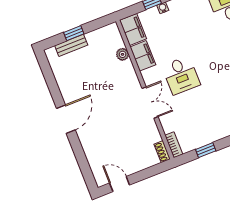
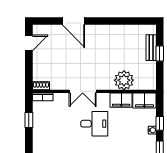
plant: (123, 54) -> (124, 80), width x1.88, depth x1.88
desk: (181, 75) -> (94, 124), turned 180
door: (66, 119) -> (73, 21), moved

